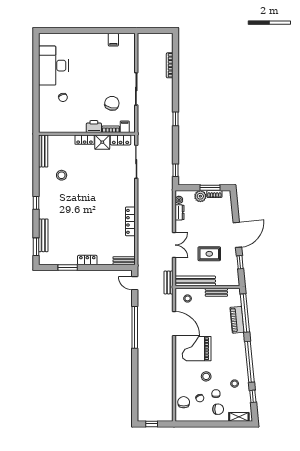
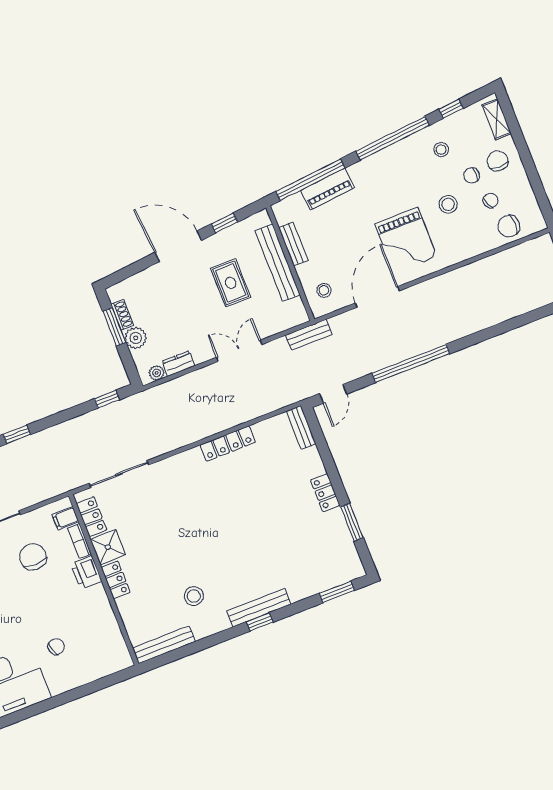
chair: (112, 103) -> (33, 557), turned 76
bench: (43, 235) -> (259, 608), moved
bench: (195, 281) -> (278, 263), moved

